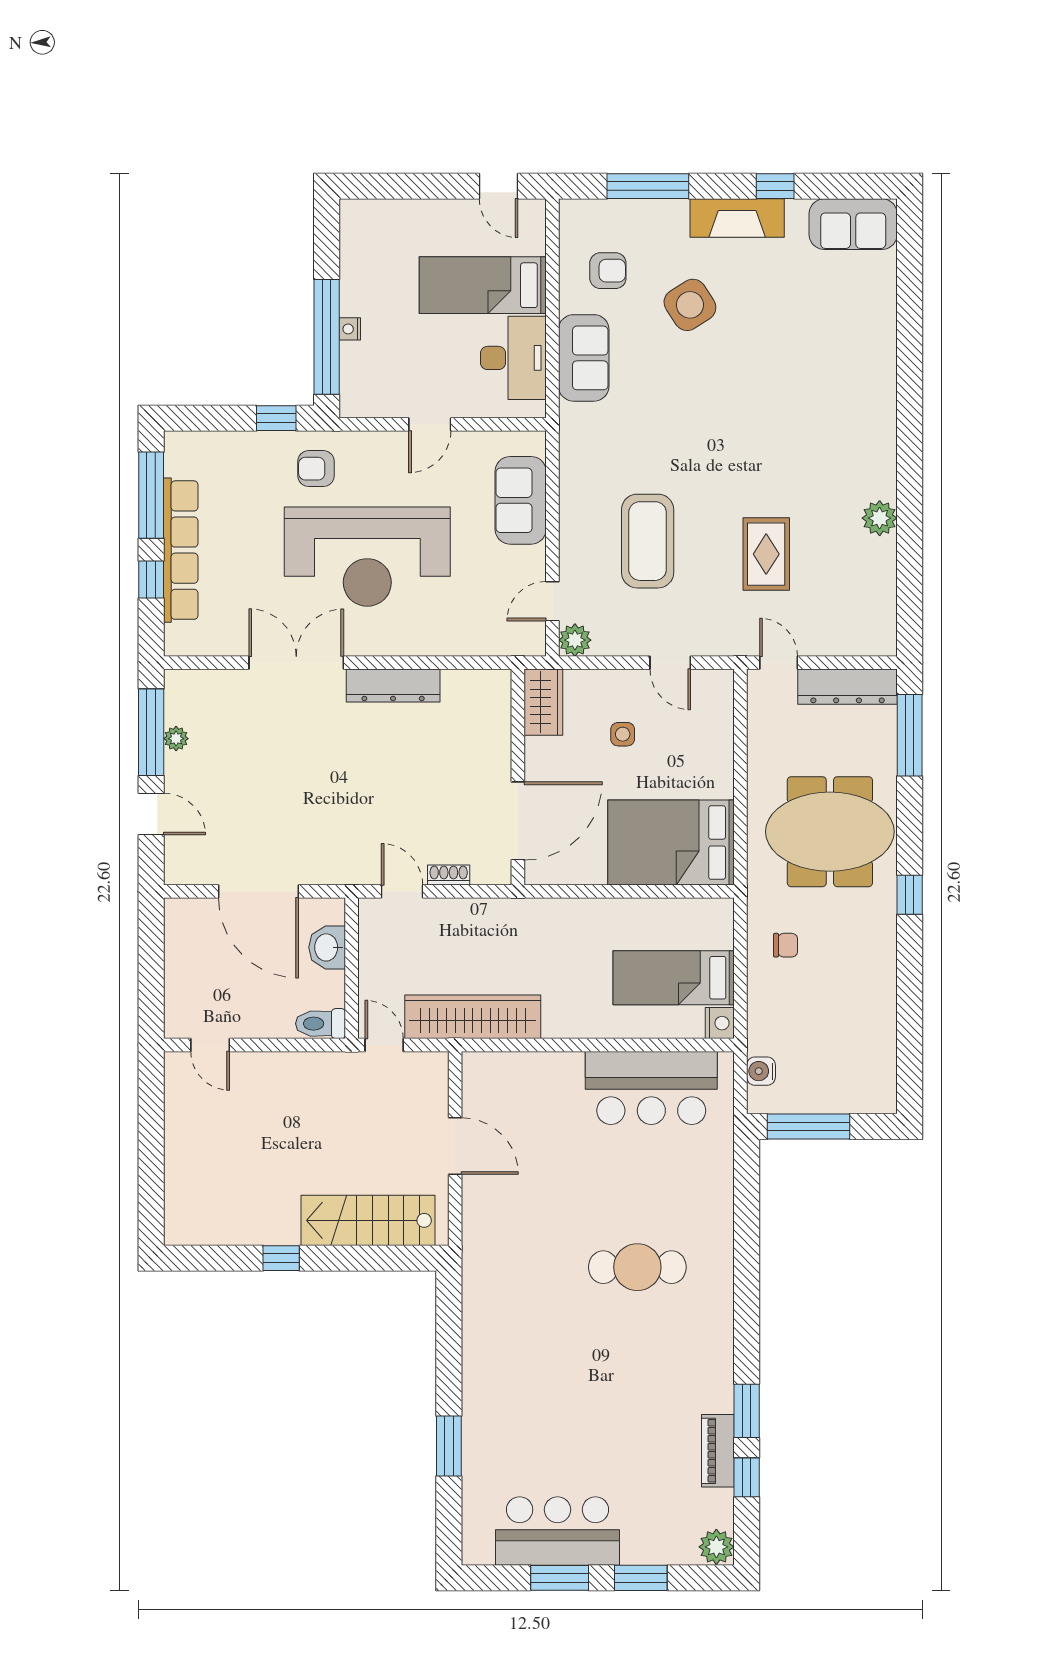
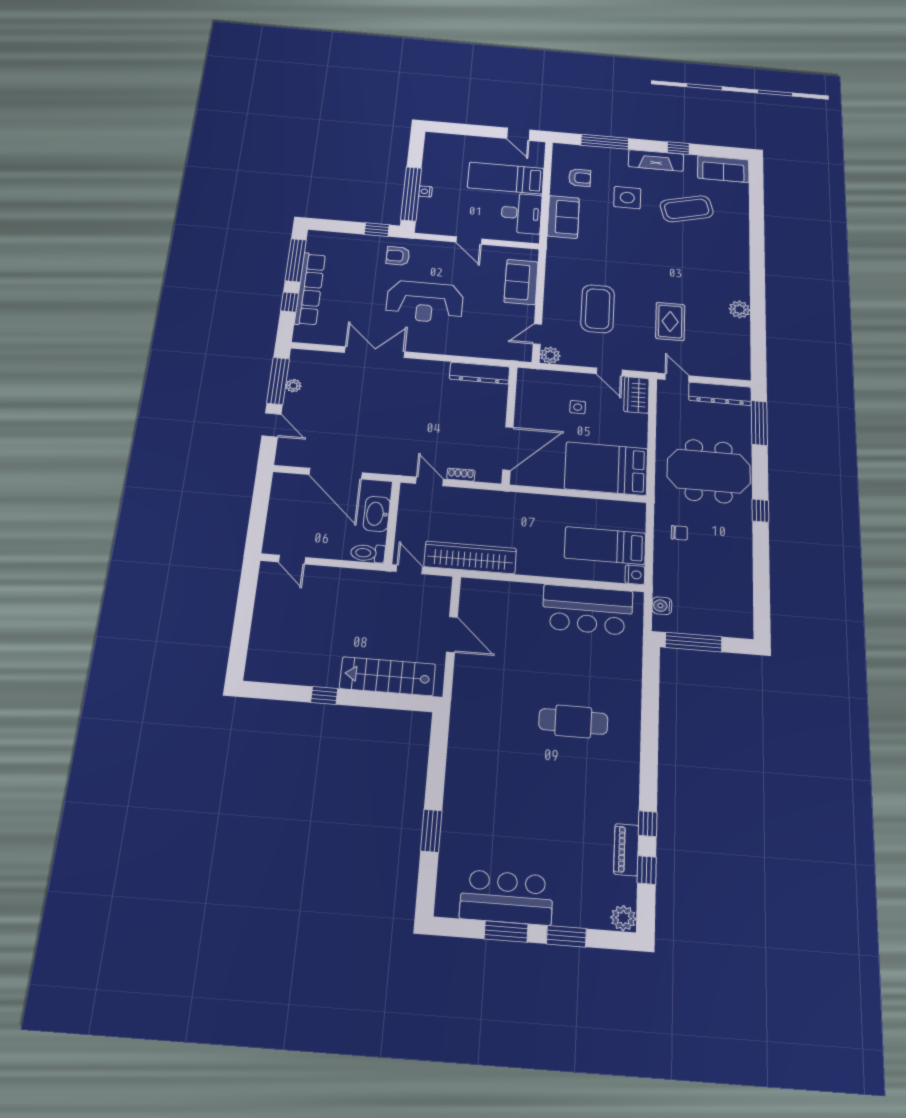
side table: (690, 305) -> (627, 198), turned 33
coffee table: (791, 318) -> (687, 209), added
door: (430, 424) -> (469, 240), hinge flipped
reception desk: (367, 557) -> (425, 302), width x0.74, depth x0.77
dresser: (393, 686) -> (480, 373), moved
wardrobe: (543, 702) -> (637, 395), moved, turned 180
washbasin: (327, 947) -> (377, 514), width x1.38
window: (747, 1411) -> (648, 824), width x0.67

